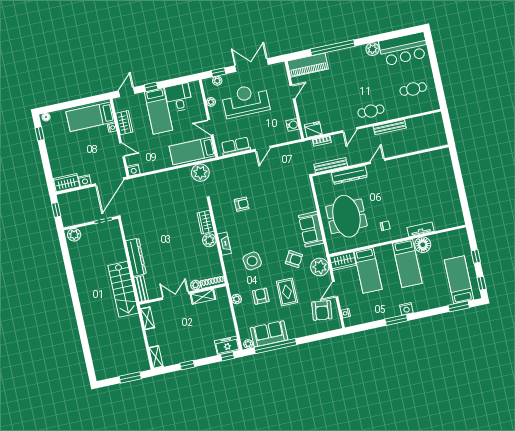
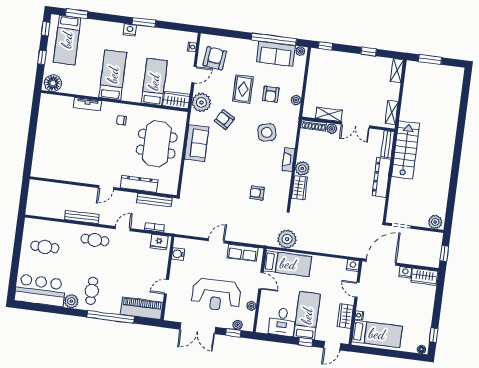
cafe table: (358, 65) -> (92, 291), added
floor lamp: (423, 245) -> (53, 83), moved
freezer: (227, 345) -> (322, 57), removed

